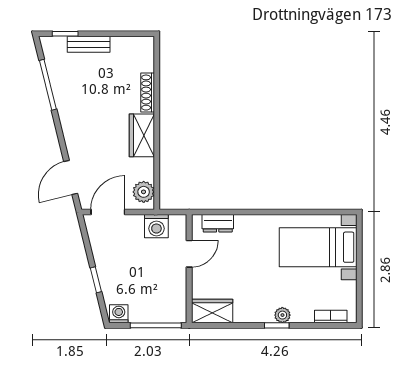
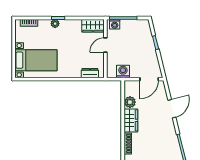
door: (71, 178) -> (172, 109), moved
plant: (144, 192) -> (130, 102), moved
door: (189, 254) -> (105, 45), moved
washing machine: (119, 314) -> (115, 24), moved

